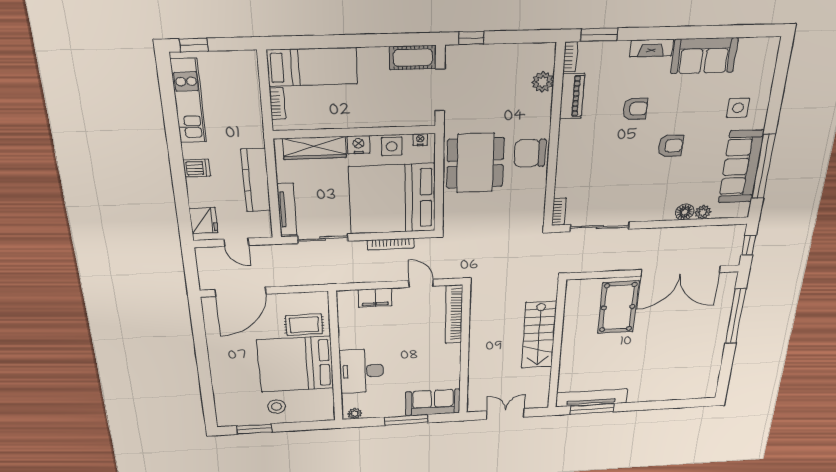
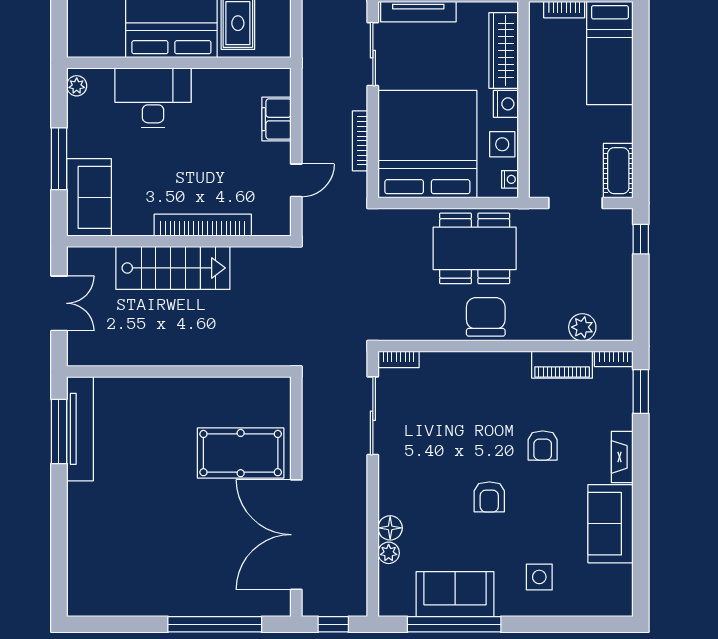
sofa: (741, 167) -> (455, 594), width x0.73
bookcase: (454, 314) -> (203, 225), moved
stairs: (539, 335) -> (173, 268), moved, turned 180

